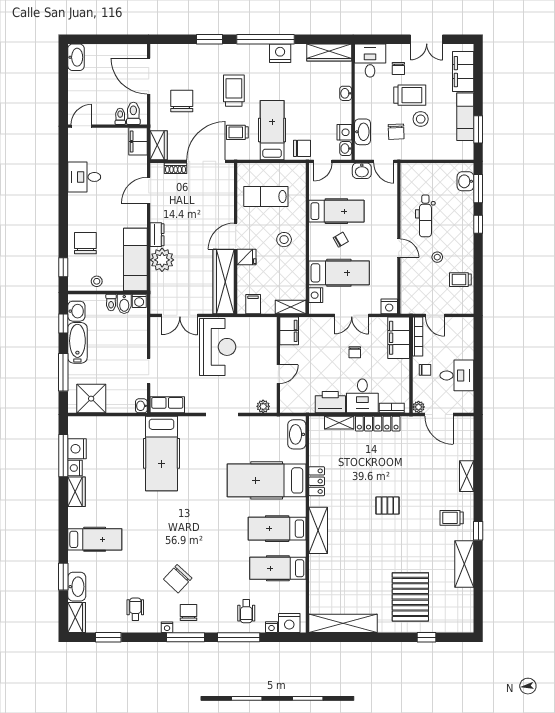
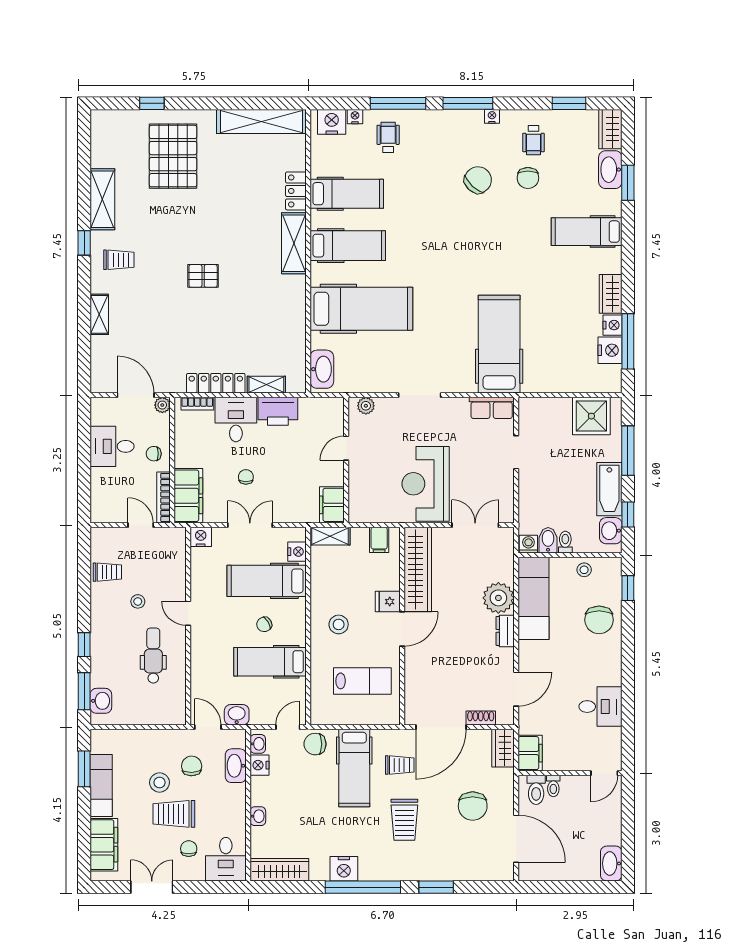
washbasin: (141, 406) -> (526, 407), removed
locker: (317, 481) -> (296, 191), moved
chair: (189, 612) -> (528, 178), moved

